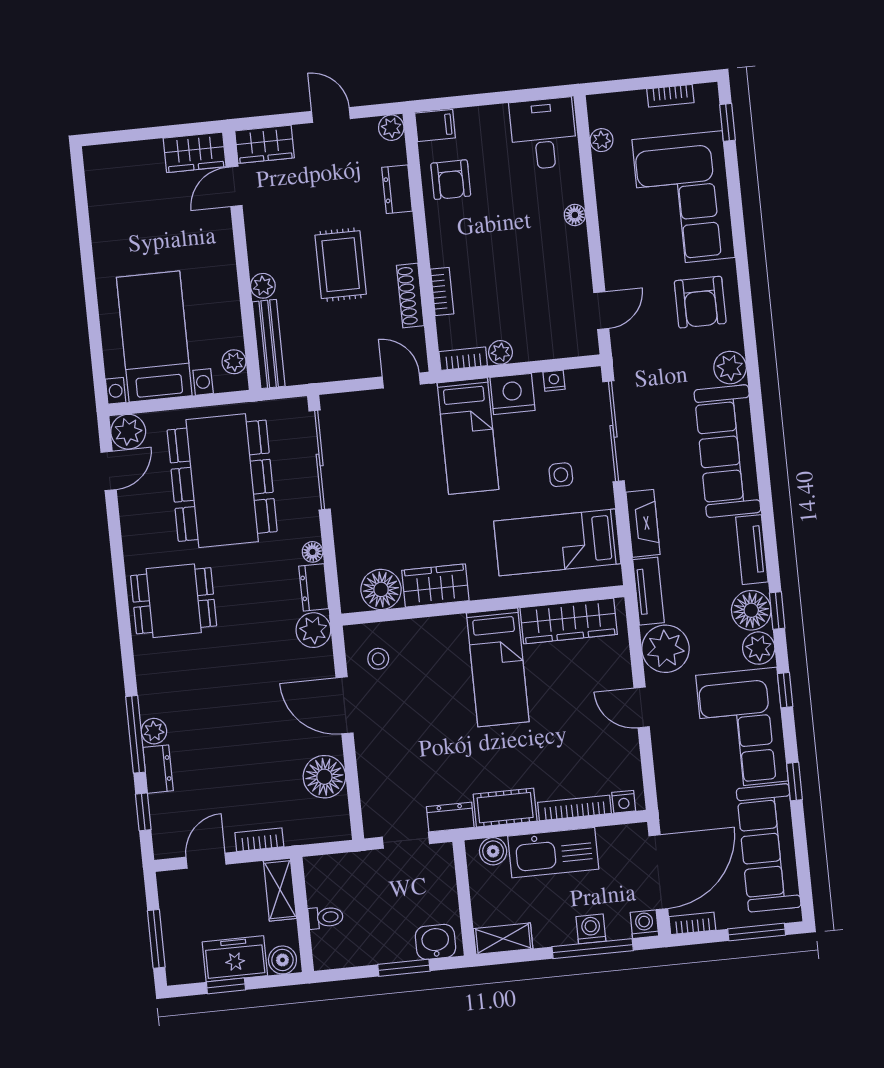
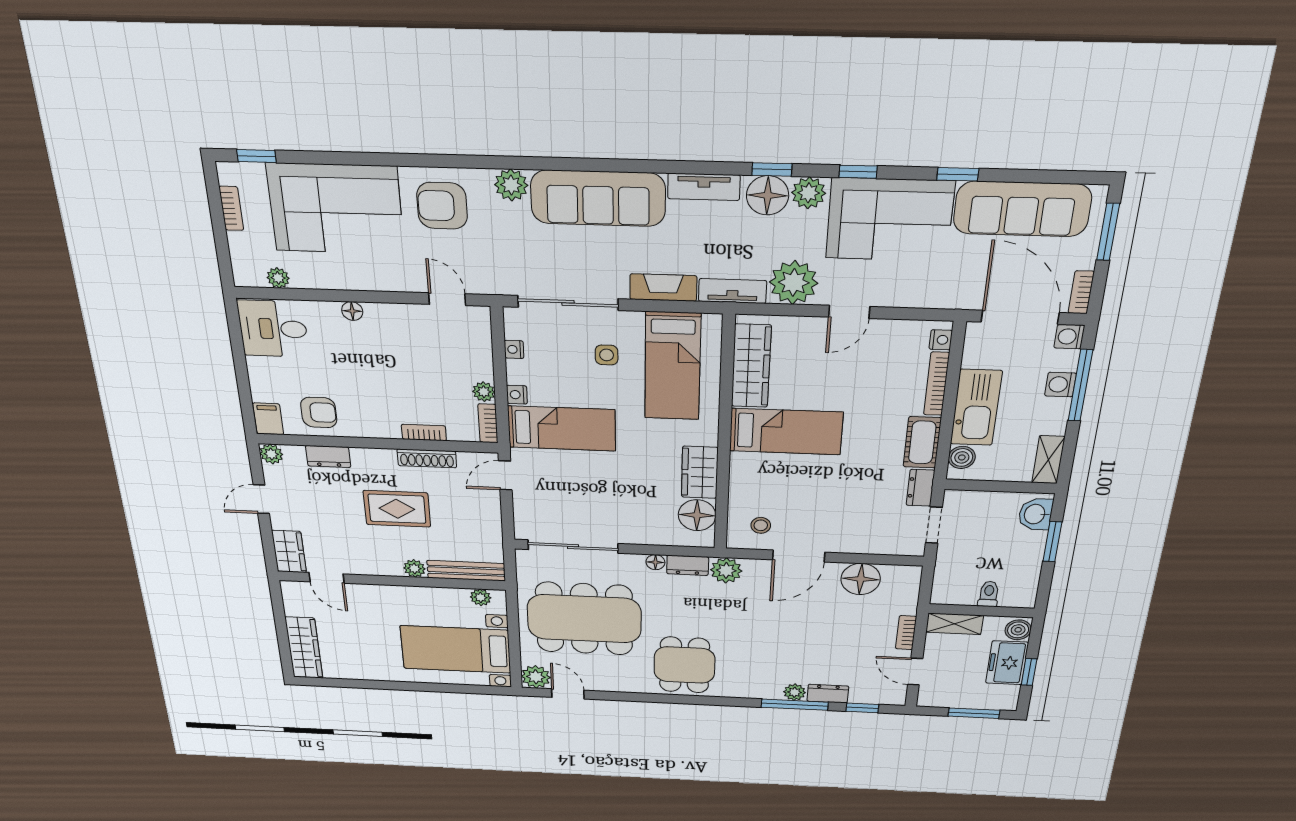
wardrobe: (195, 152) -> (304, 648), moved, width x1.50
armchair: (700, 302) -> (442, 206), turned 180
nightstand: (512, 394) -> (517, 395), width x0.53, depth x0.56

